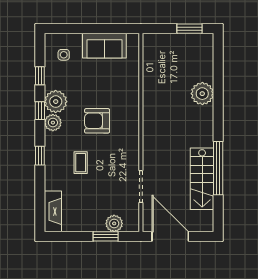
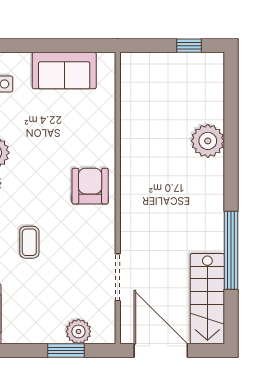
window: (189, 29) -> (189, 46), width x0.67
armchair: (97, 121) -> (90, 186), moved, turned 90
stairs: (202, 179) -> (207, 299), moved

